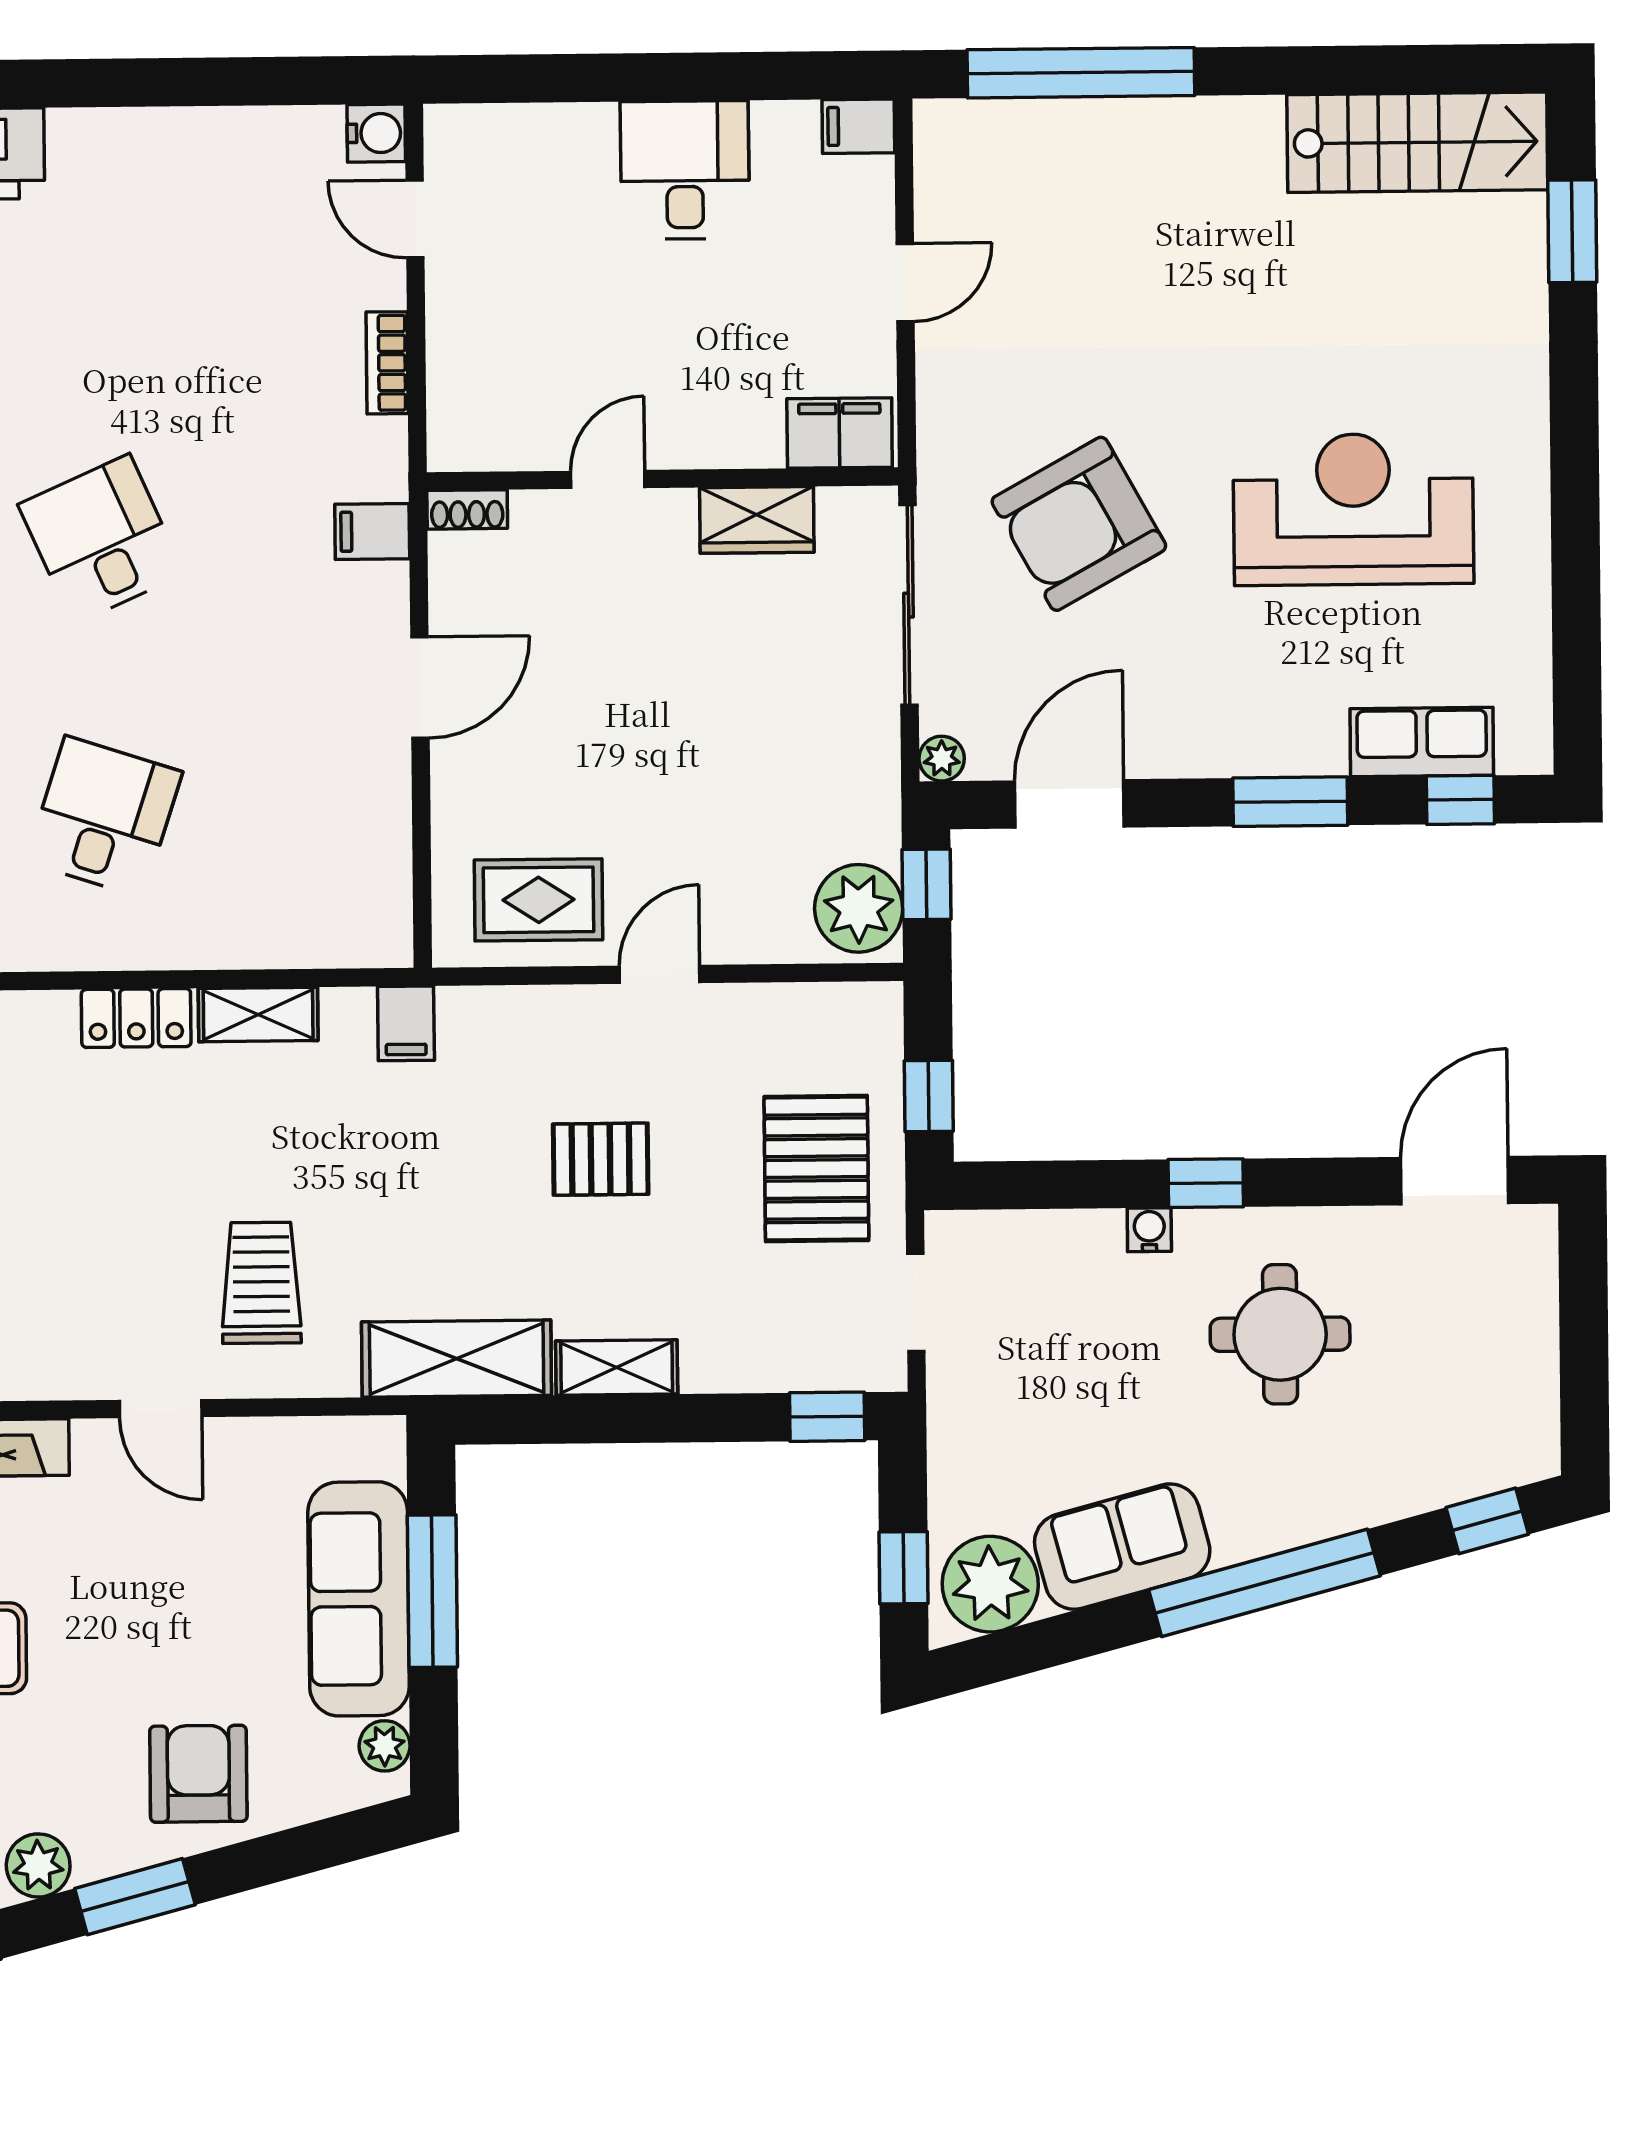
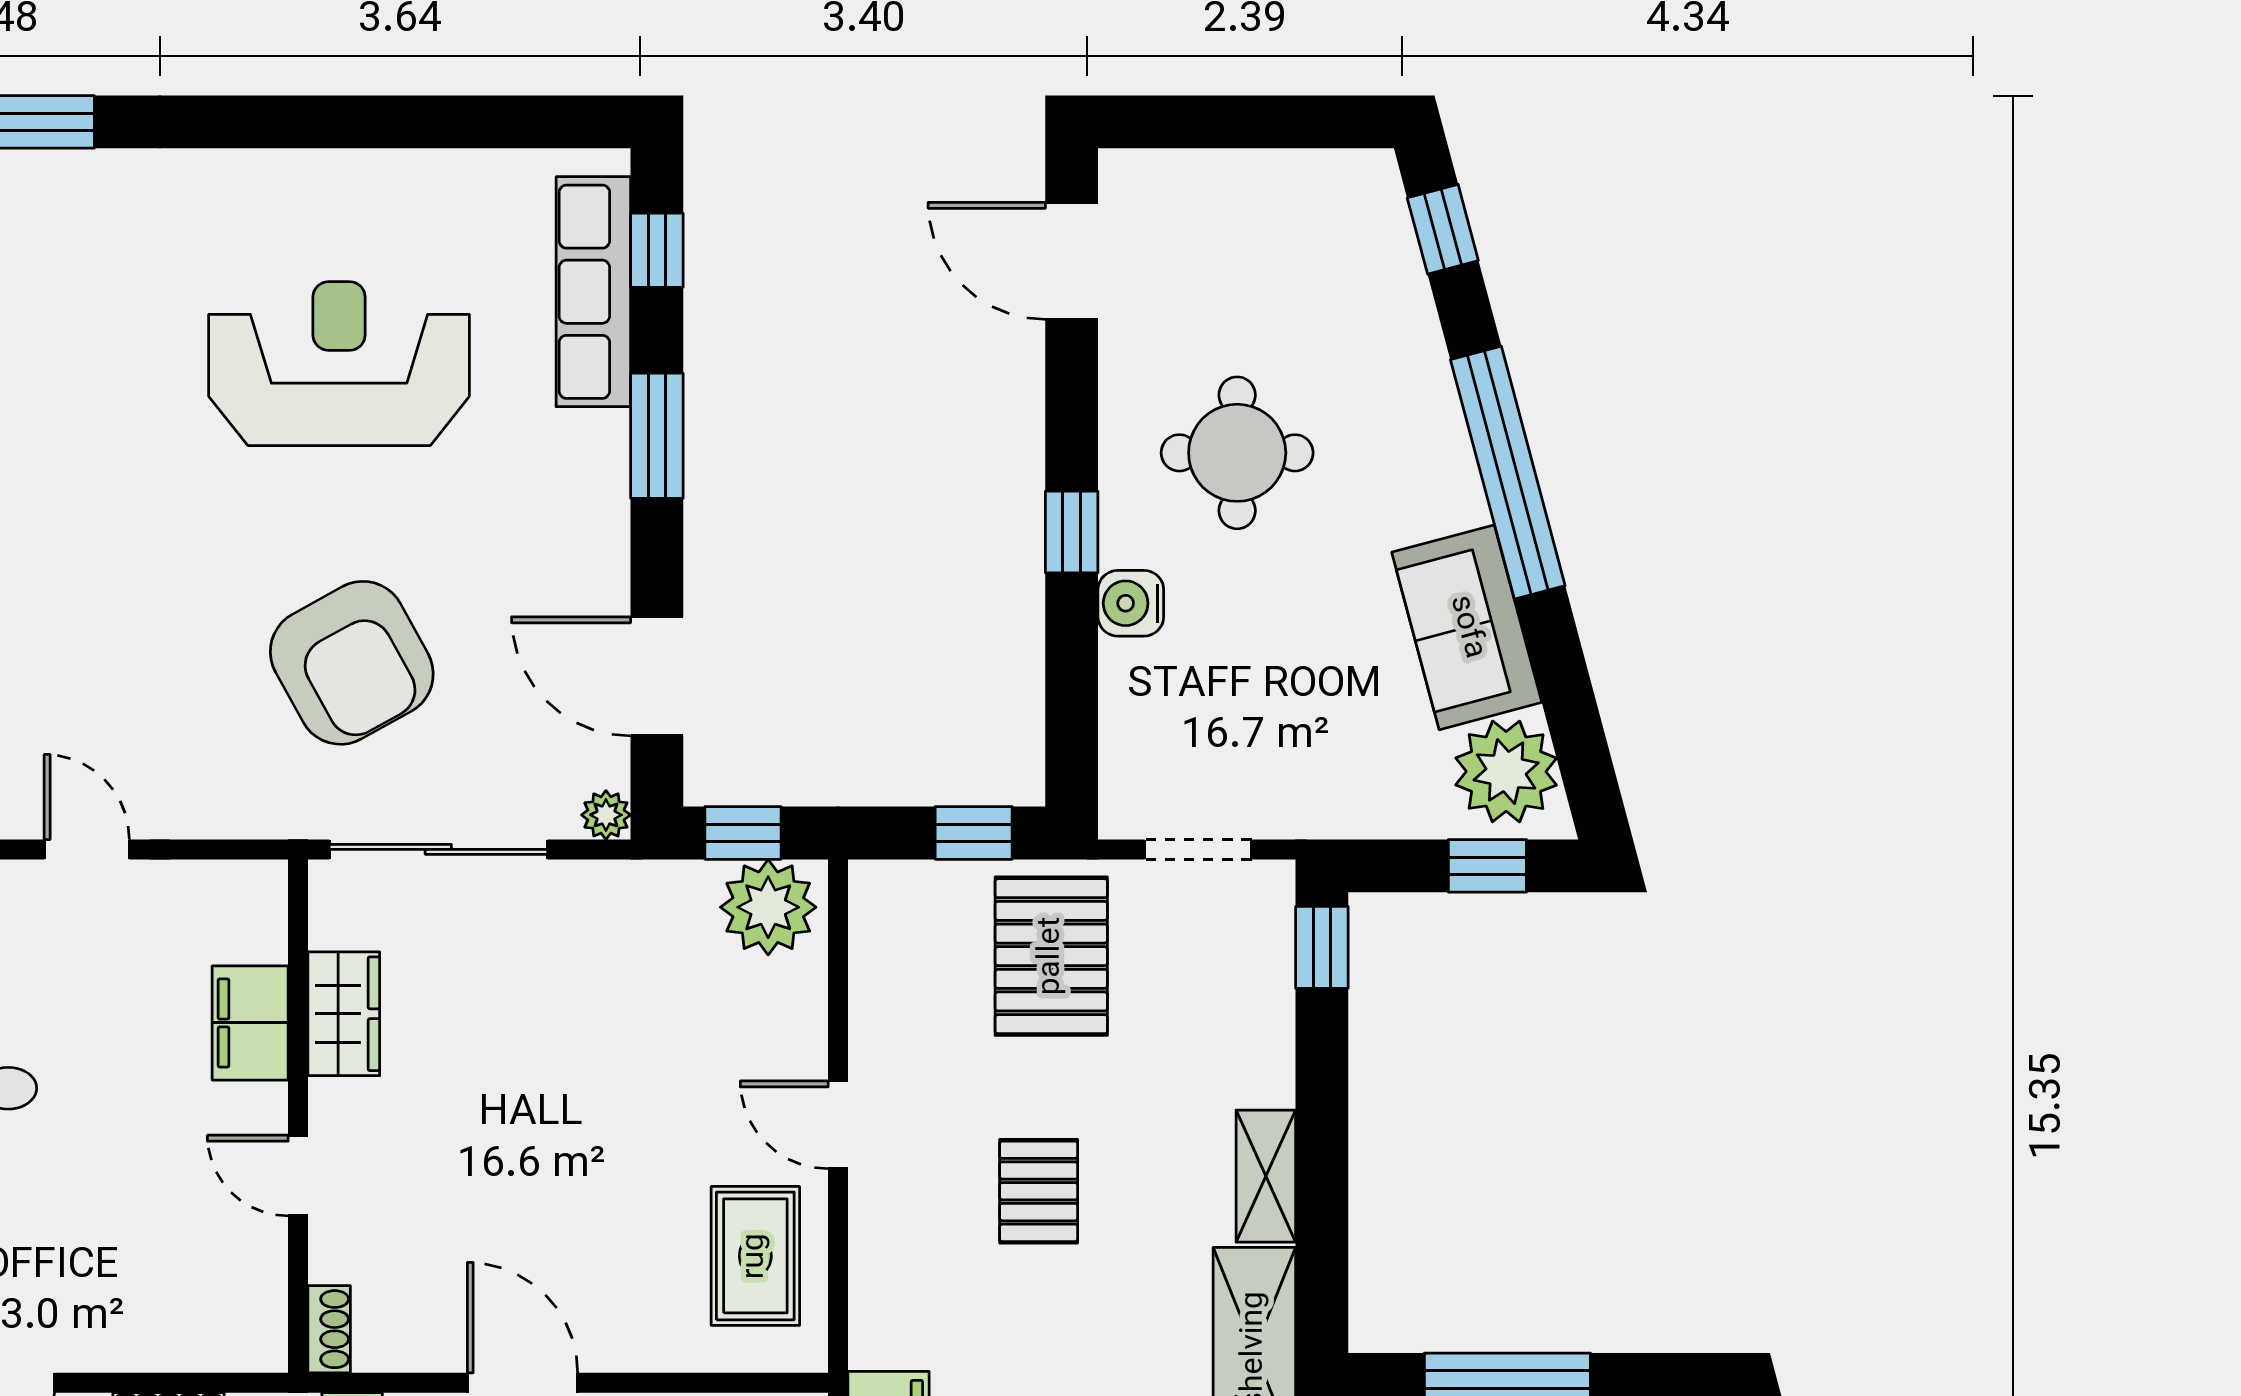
filing cabinet: (840, 433) -> (250, 1023), moved
reception desk: (1353, 509) -> (339, 364), turned 90
row of seats: (1422, 742) -> (593, 292), width x1.48
pallet: (816, 1169) -> (1051, 956), turned 90
water cooler: (1149, 1230) -> (1131, 603), width x1.38, depth x1.38

